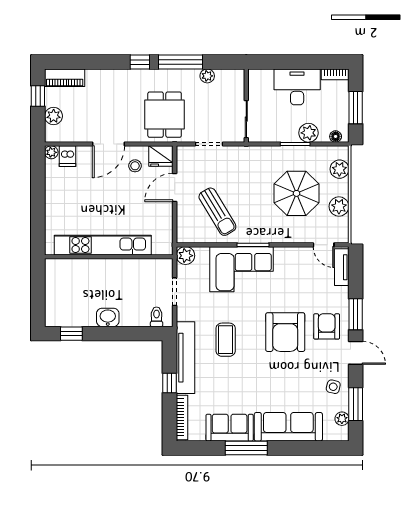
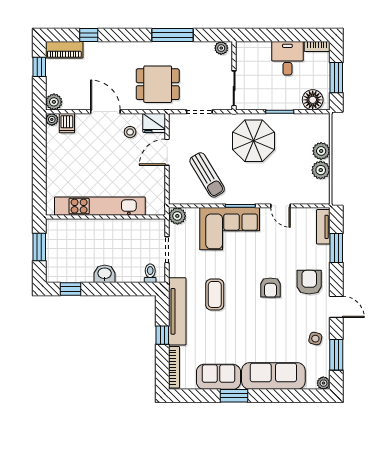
window: (140, 62) -> (89, 35), moved
plant: (207, 76) -> (221, 48), moved
desk: (297, 87) -> (287, 58), width x0.73
dining table: (165, 115) -> (158, 84), turned 90
plant: (54, 116) -> (54, 102), moved
plant: (308, 133) -> (292, 101), removed
floor lamp: (336, 136) -> (313, 100), width x1.89, depth x1.89
door: (109, 144) -> (105, 112), swing flipped
plant: (339, 169) -> (321, 151), moved
parasol: (296, 193) -> (254, 141), moved
door: (324, 245) -> (280, 206), moved
window: (38, 289) -> (39, 247), added
window: (356, 314) -> (336, 248), moved
armchair: (285, 332) -> (270, 287), width x0.53, depth x0.53
plant: (342, 419) -> (323, 383), moved
window: (246, 448) -> (234, 396), width x0.69

